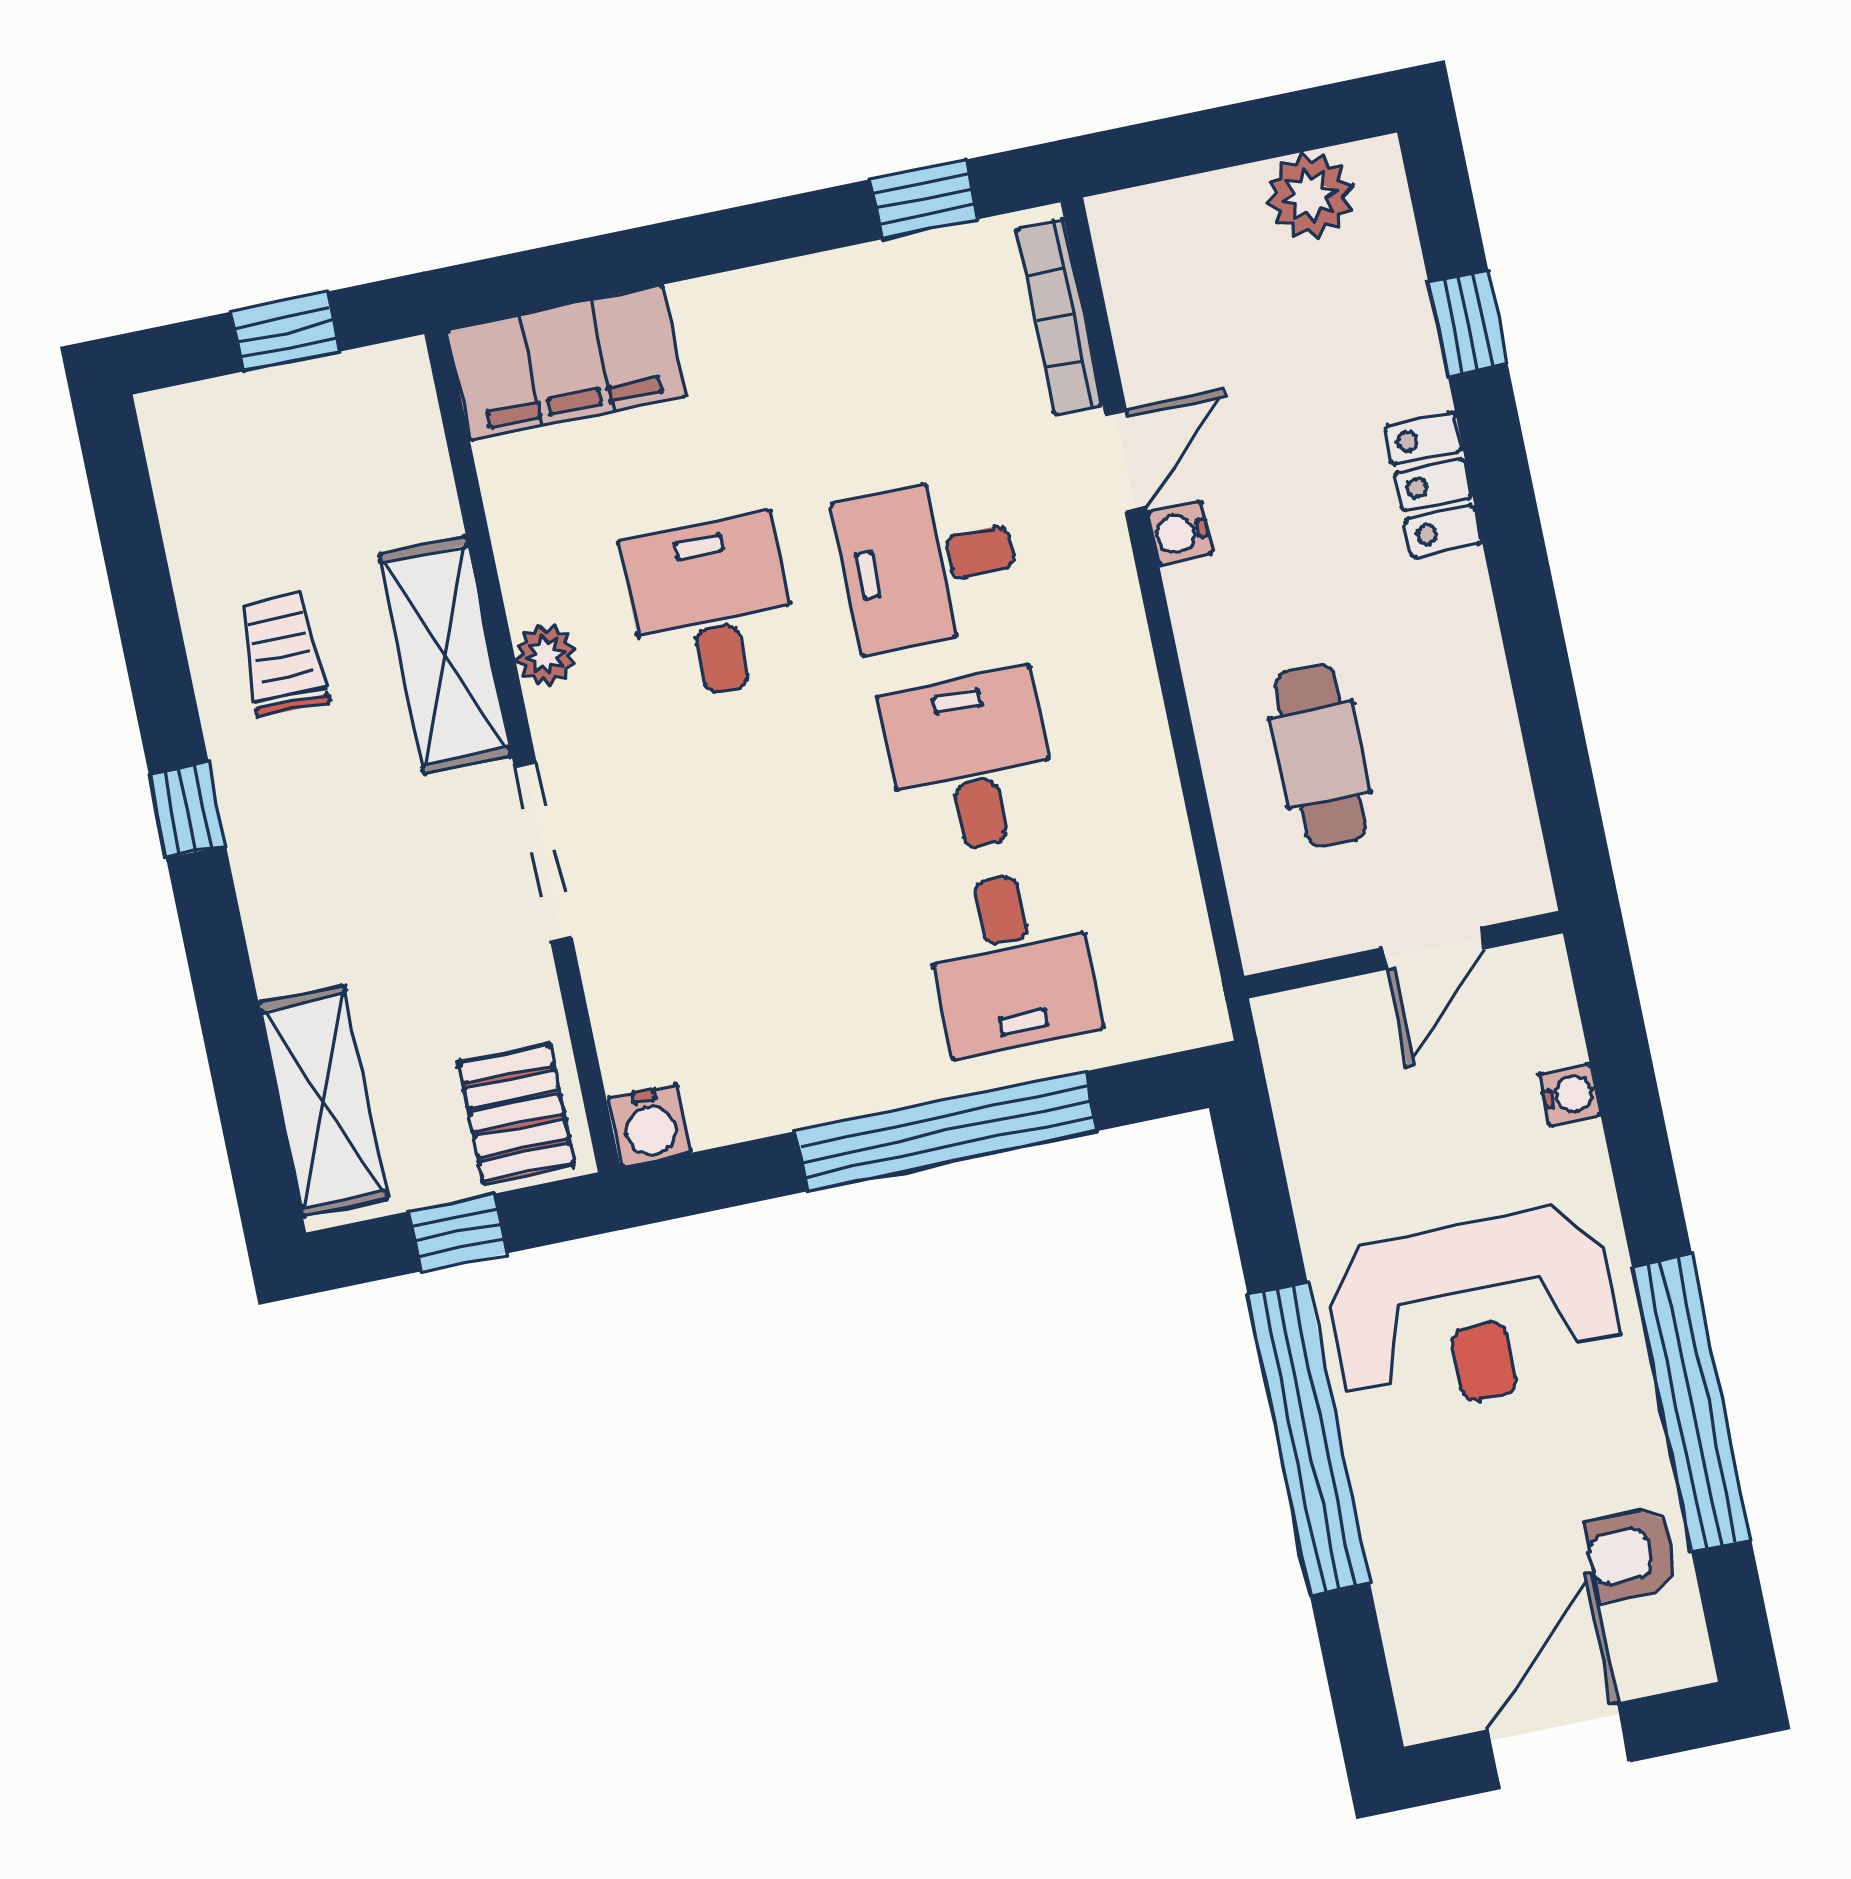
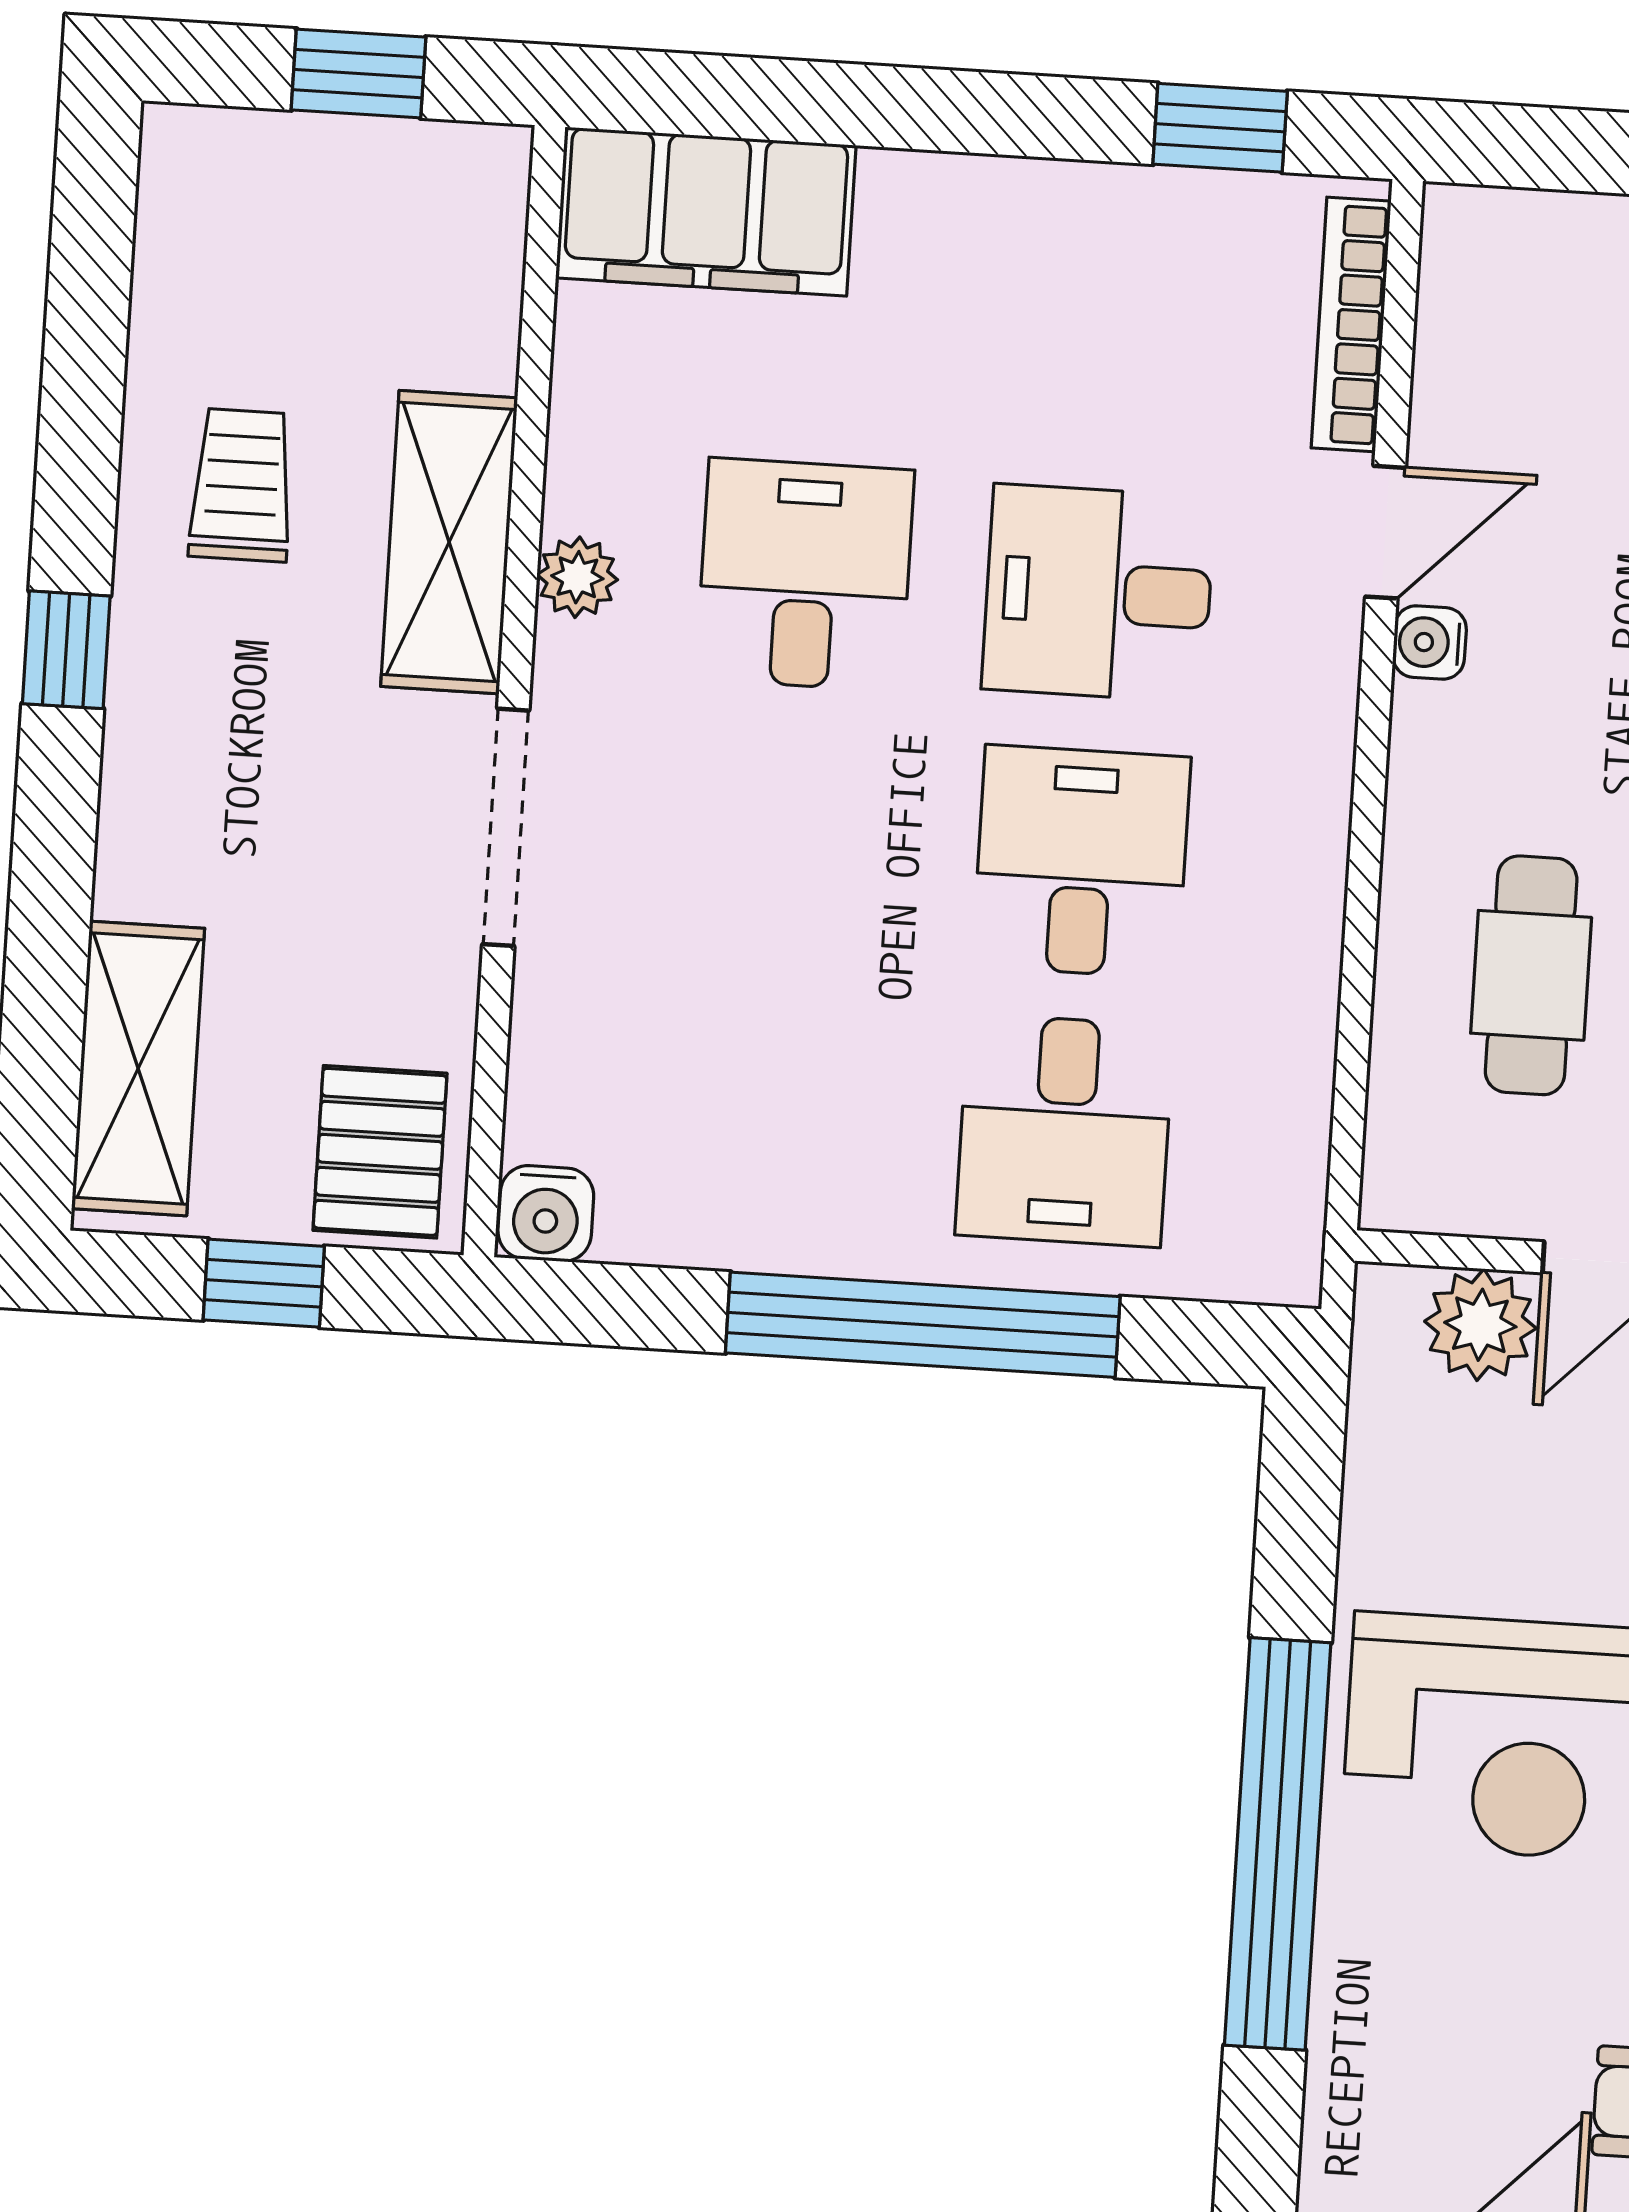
plant: (1353, 1020) -> (1480, 1325), added

